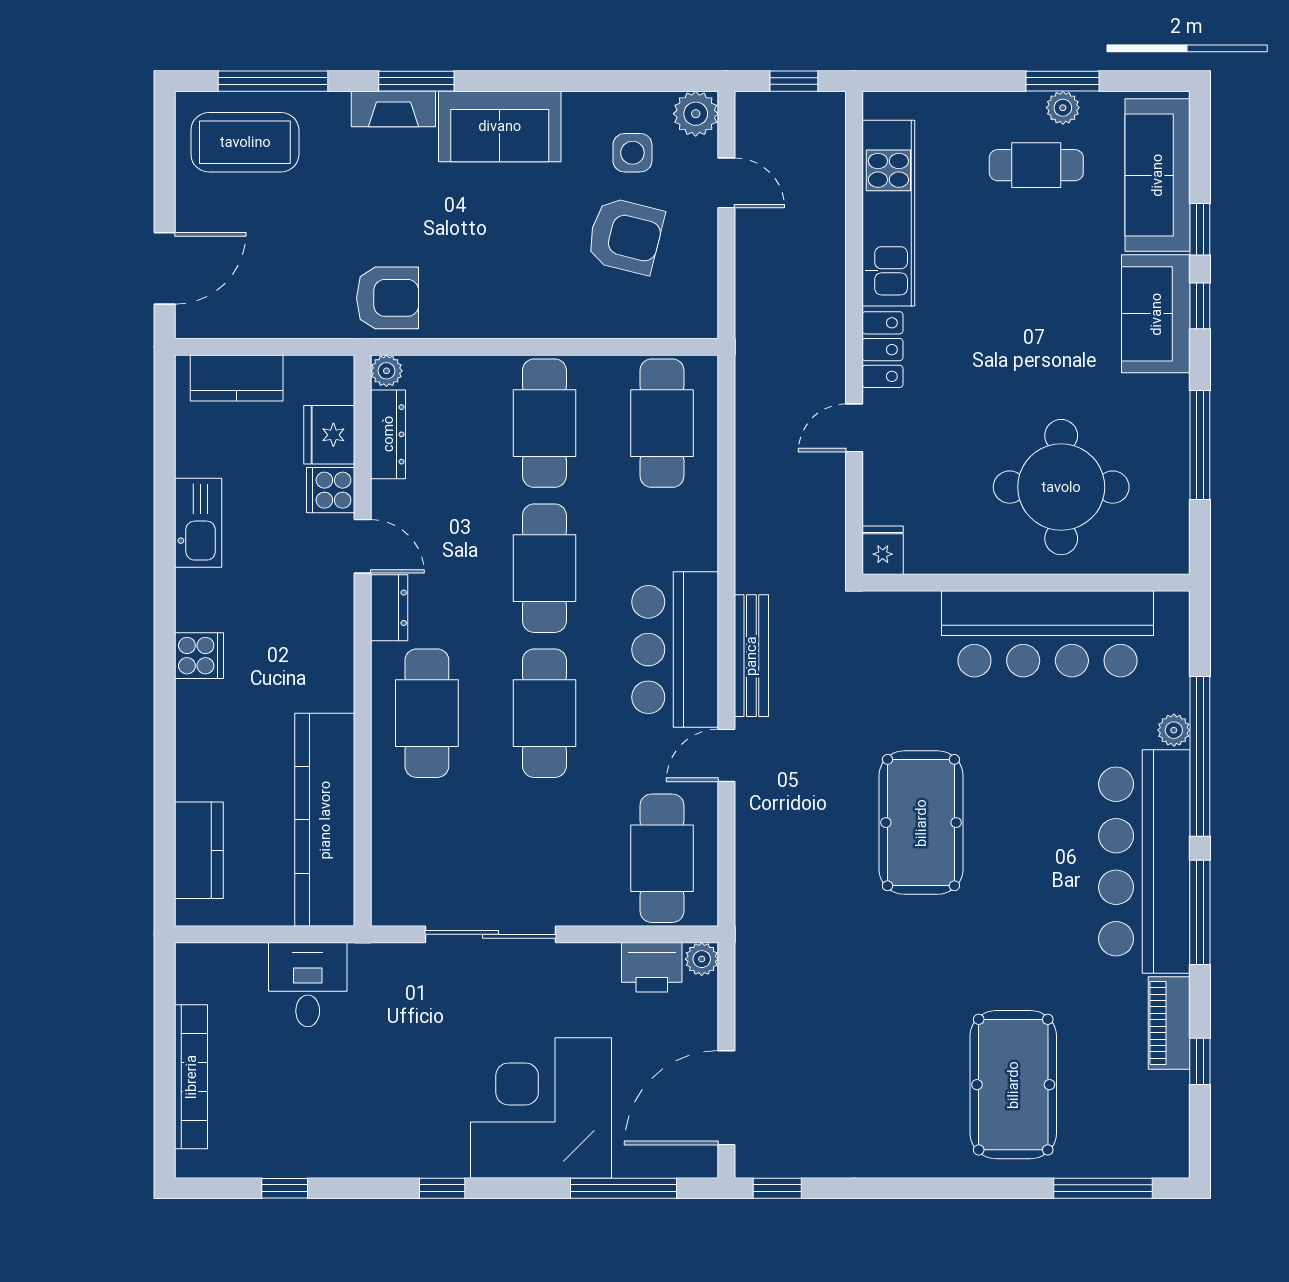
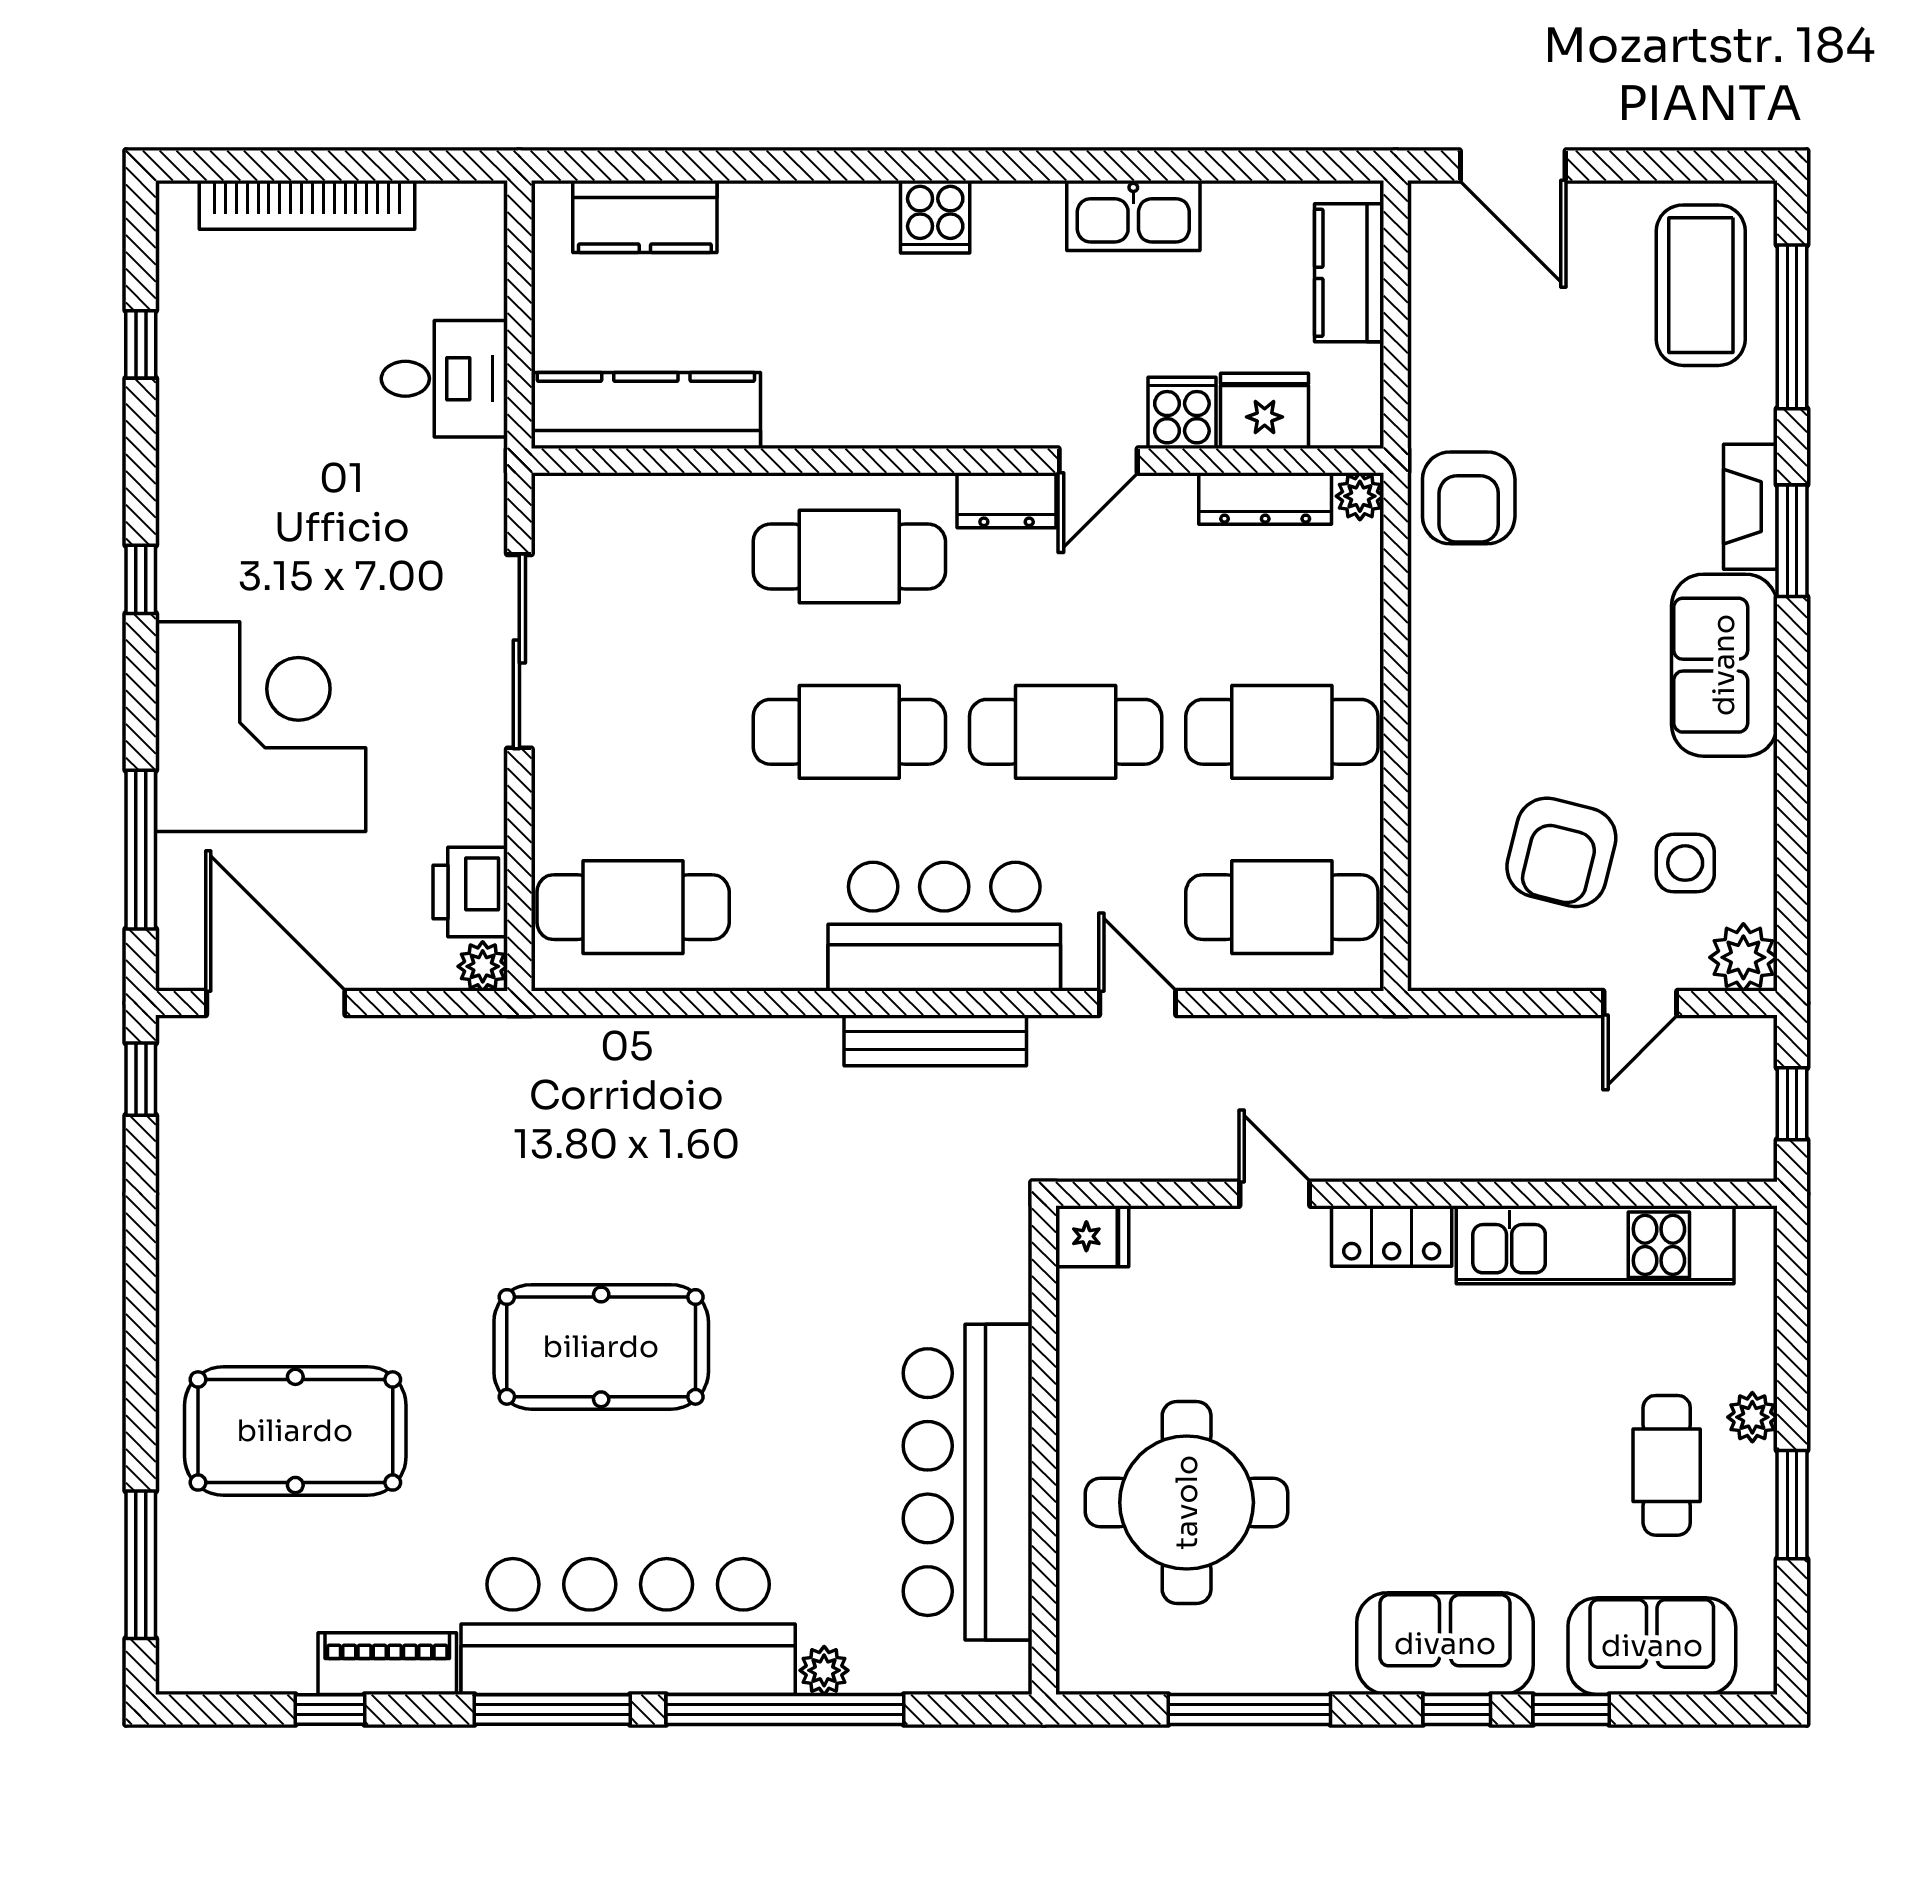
plant: (1063, 108) -> (1752, 1417), moved
sofa: (1157, 175) -> (1652, 1646), width x0.73
door: (726, 755) -> (1138, 1003), moved
kitchen counter: (325, 820) -> (646, 410), width x0.72, depth x0.86
pool table: (921, 823) -> (601, 1347), moved

